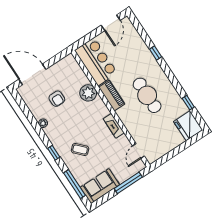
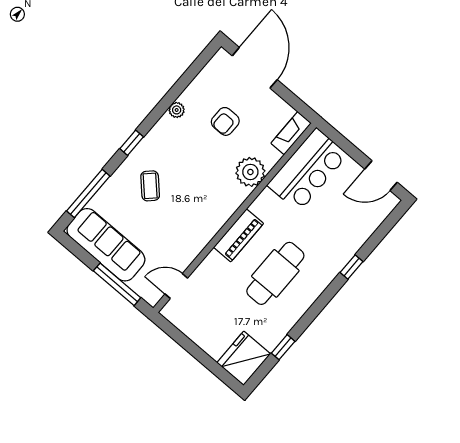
piano: (112, 96) -> (239, 235), moved
fireplace: (114, 126) -> (291, 133), moved
sofa: (100, 186) -> (106, 245), width x1.36

